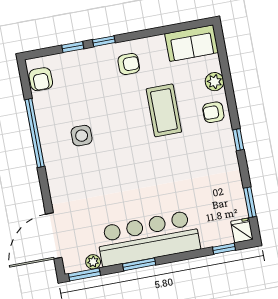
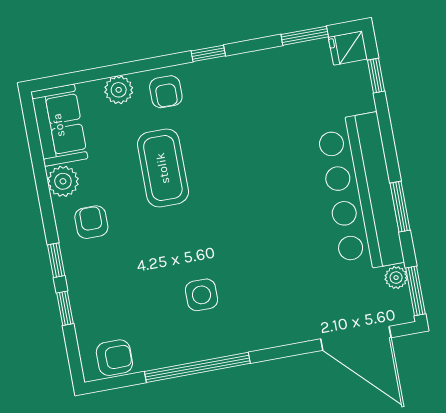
plant: (155, 46) -> (63, 181), added
coffee table: (164, 110) -> (163, 168), turned 90

